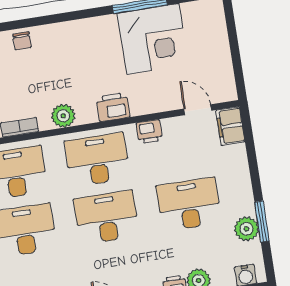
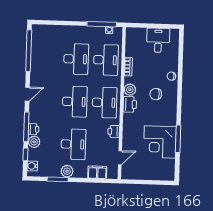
chair: (62, 64) -> (156, 94), added
printer: (113, 107) -> (130, 104), moved
filing cabinet: (230, 126) -> (97, 172), moved
plant: (246, 229) -> (67, 171), moved

